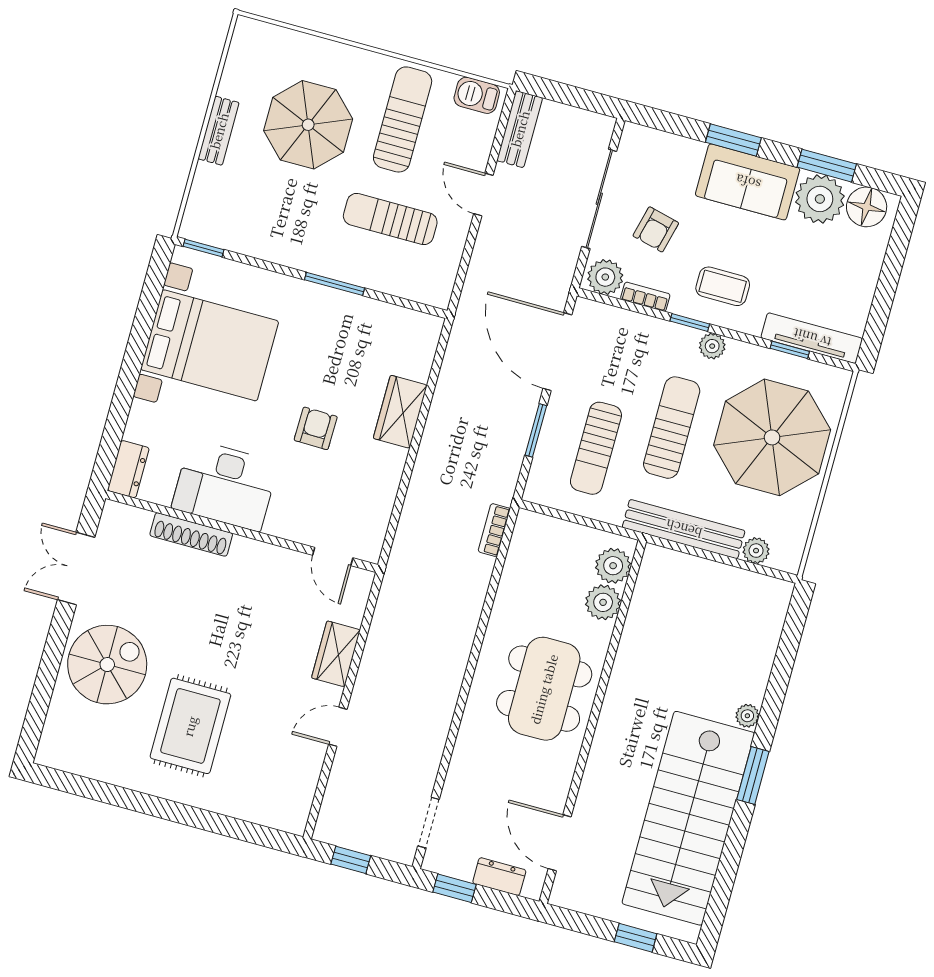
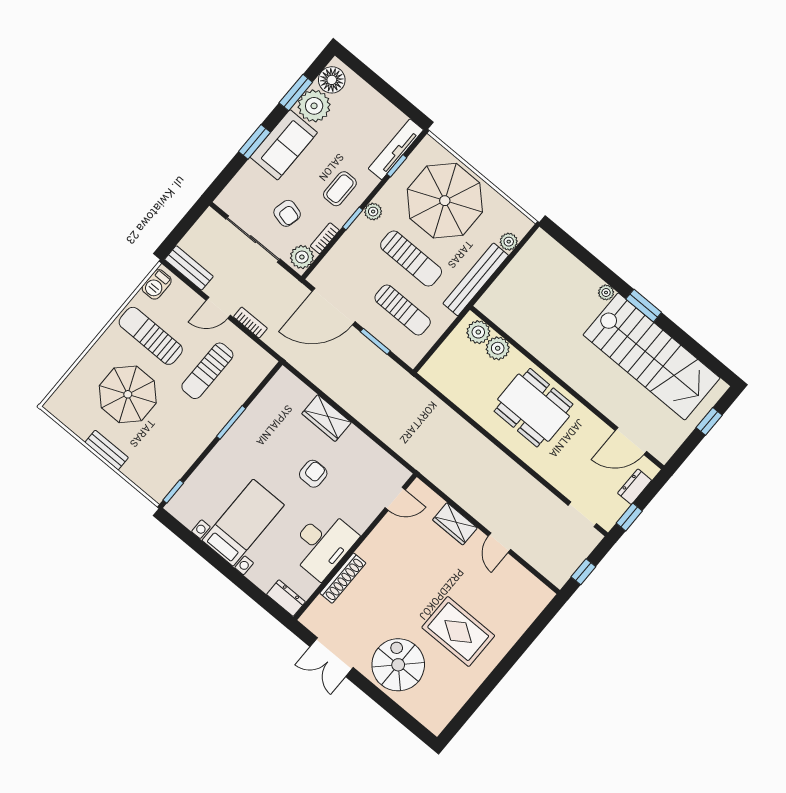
bed with nightstands: (210, 345) -> (243, 523), width x0.73
armchair: (316, 428) -> (313, 474), turned 89
sun lounger: (672, 428) -> (411, 259), turned 180
bookcase: (494, 530) -> (250, 323), moved, turned 180

